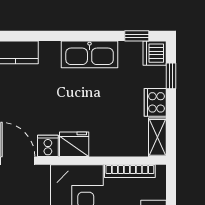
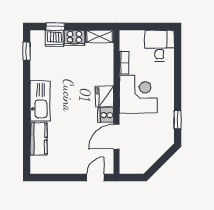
dishwasher: (155, 53) -> (54, 38), moved
kitchen sink: (90, 54) -> (40, 101), moved
bookcase: (130, 171) -> (124, 63), width x0.64

